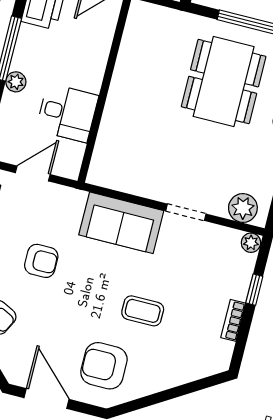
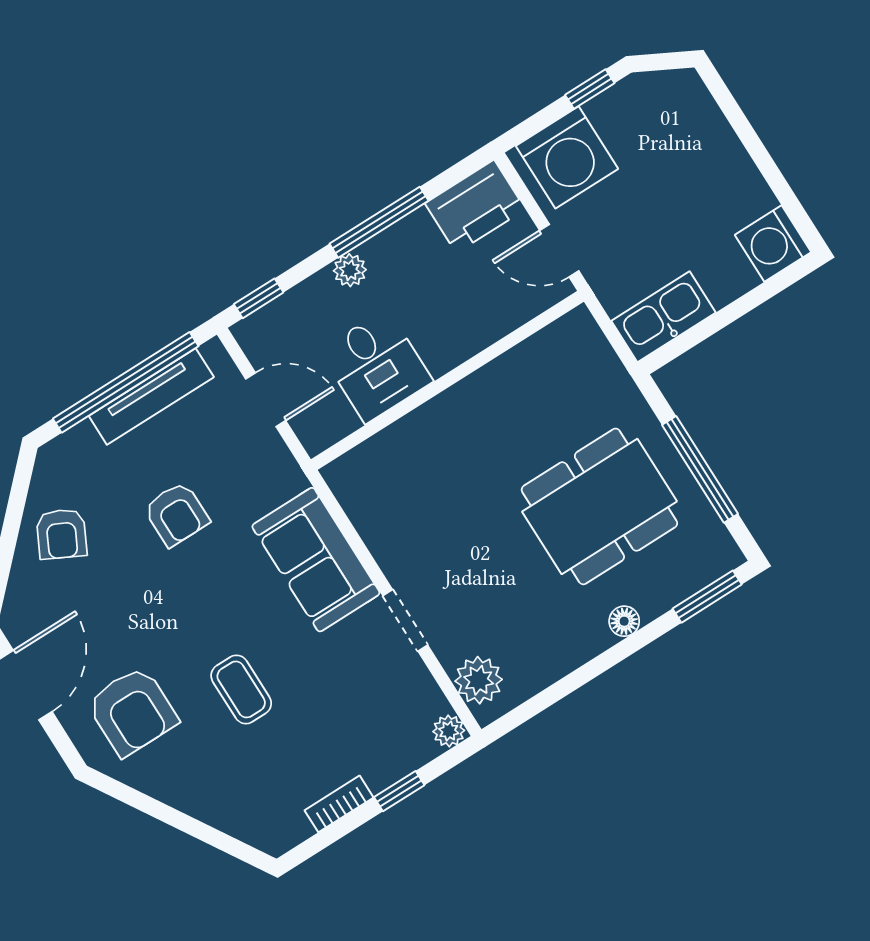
armchair: (104, 366) -> (132, 711), turned 180

